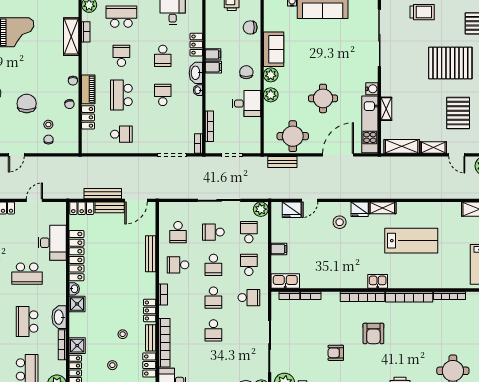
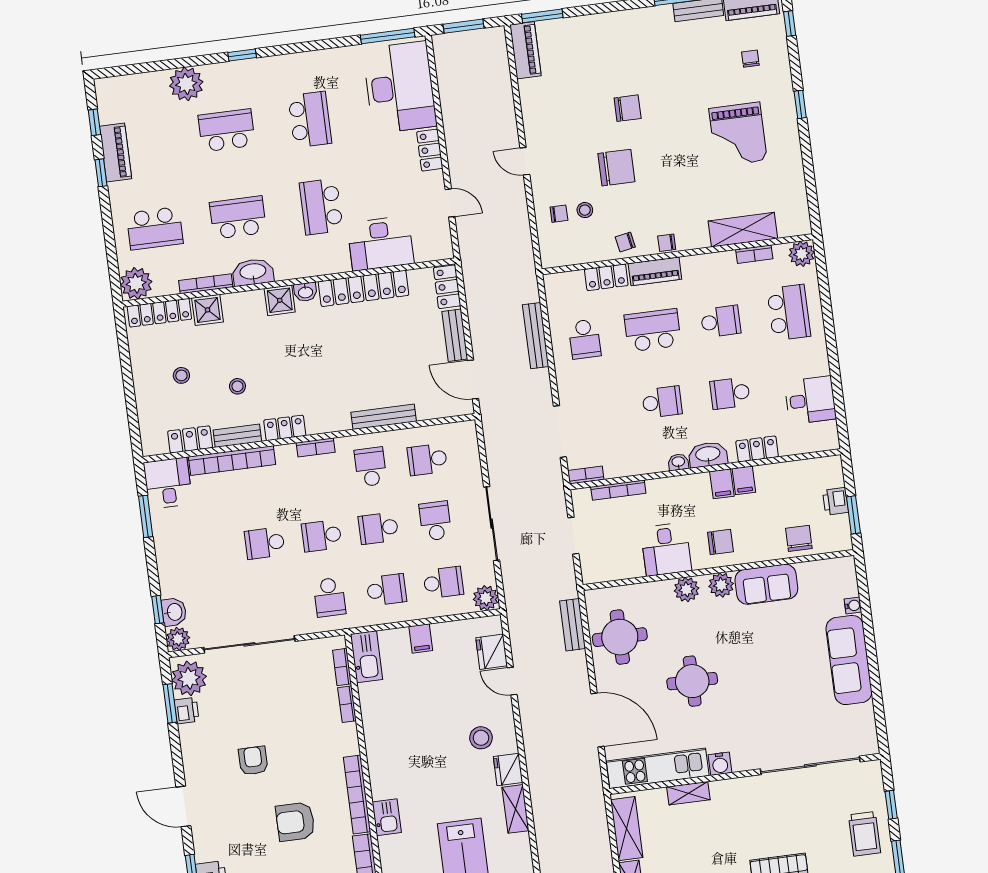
bench: (103, 194) -> (536, 336), moved

